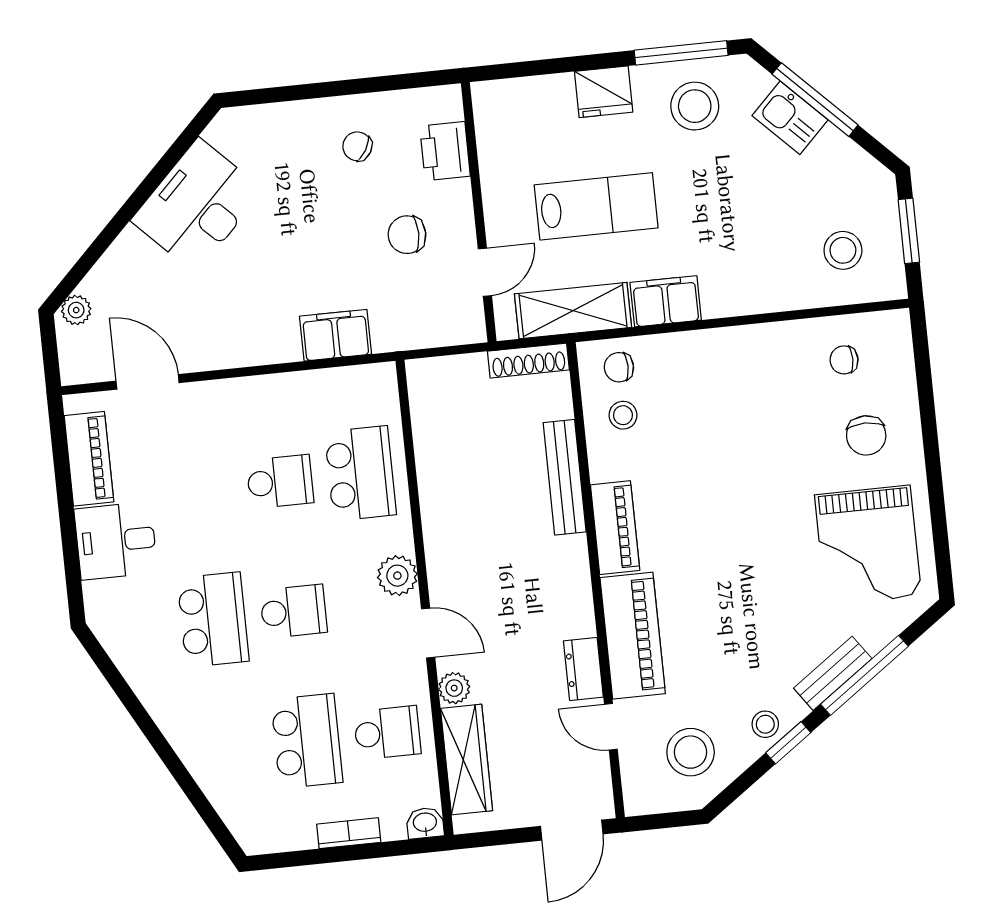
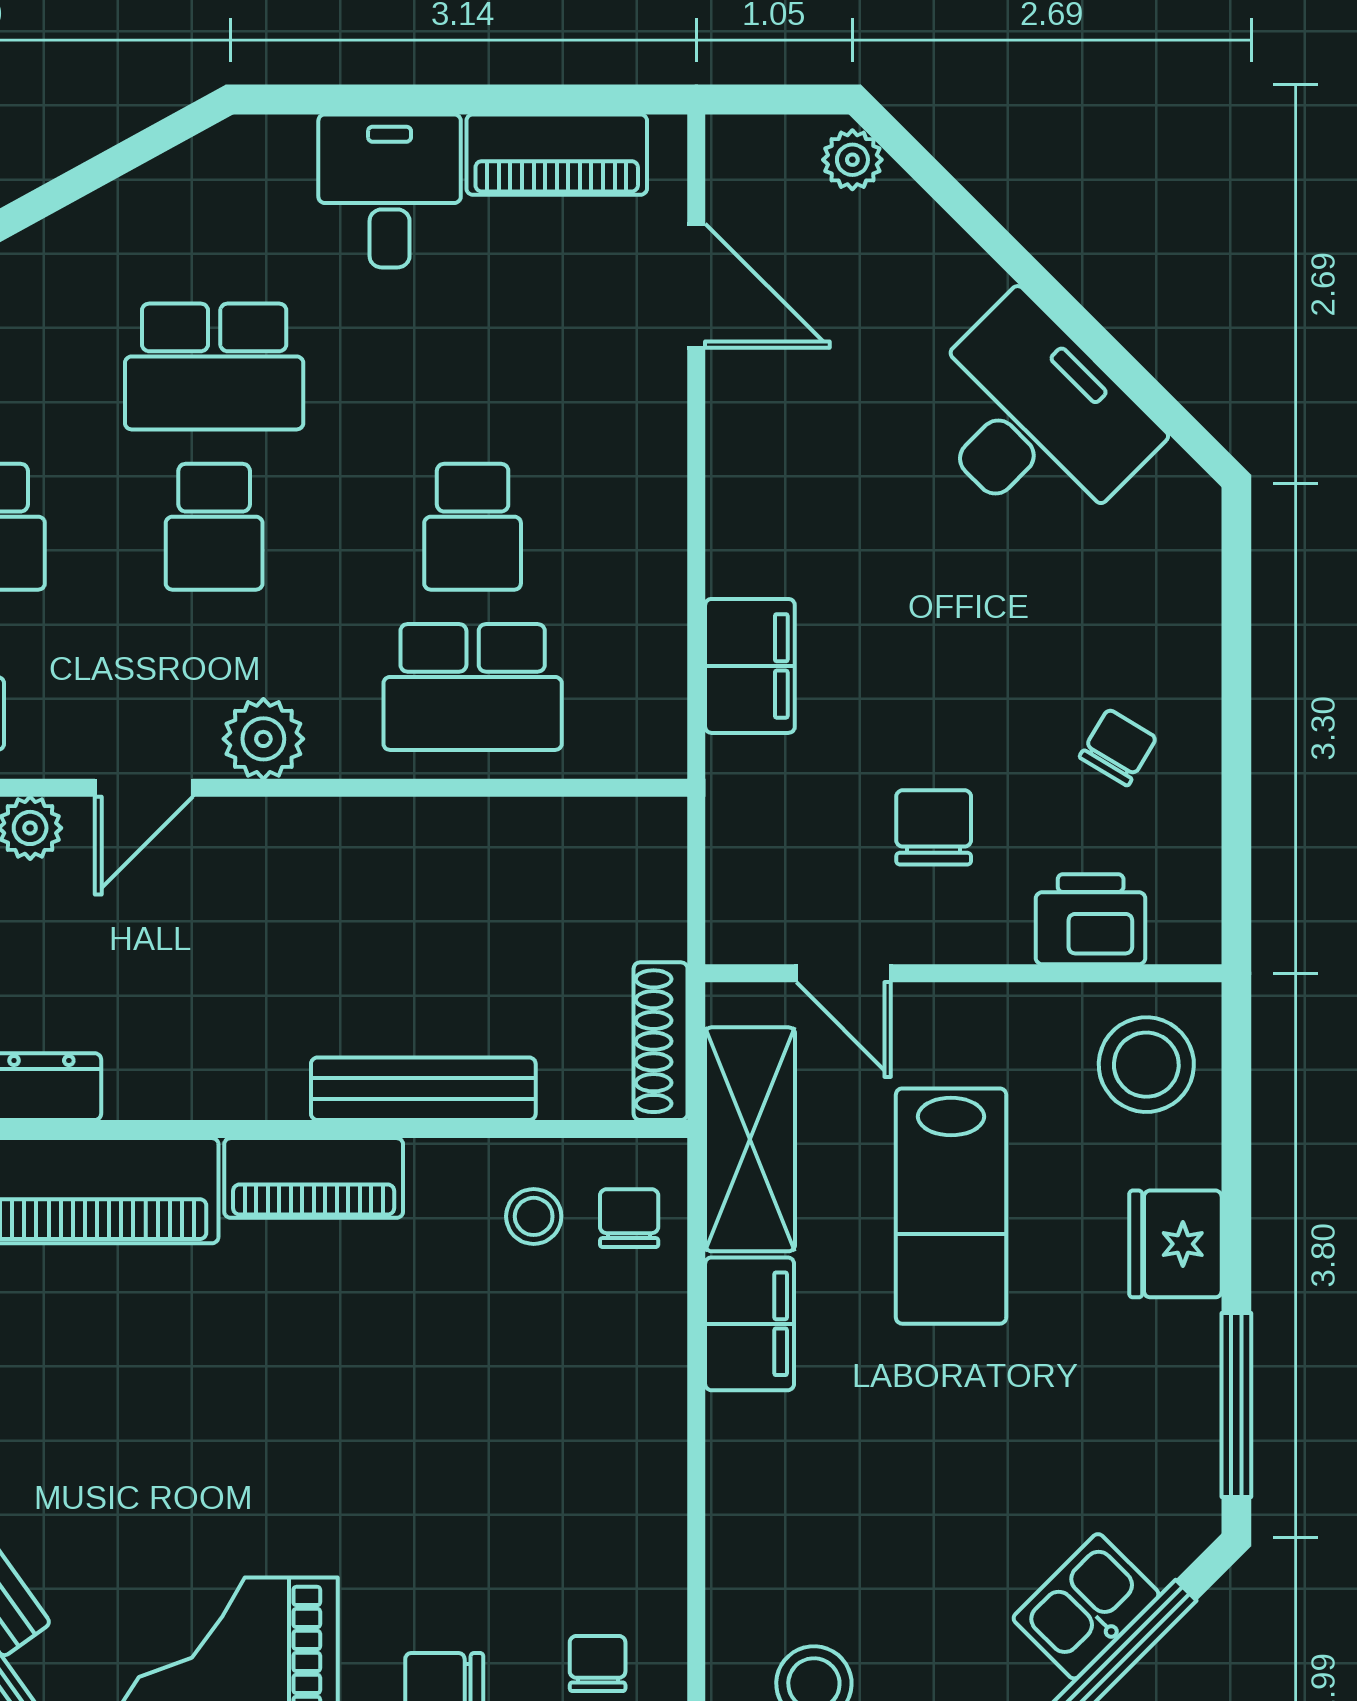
stool: (695, 106) -> (1146, 1065), moved
door: (148, 382) -> (696, 286), hinge flipped

